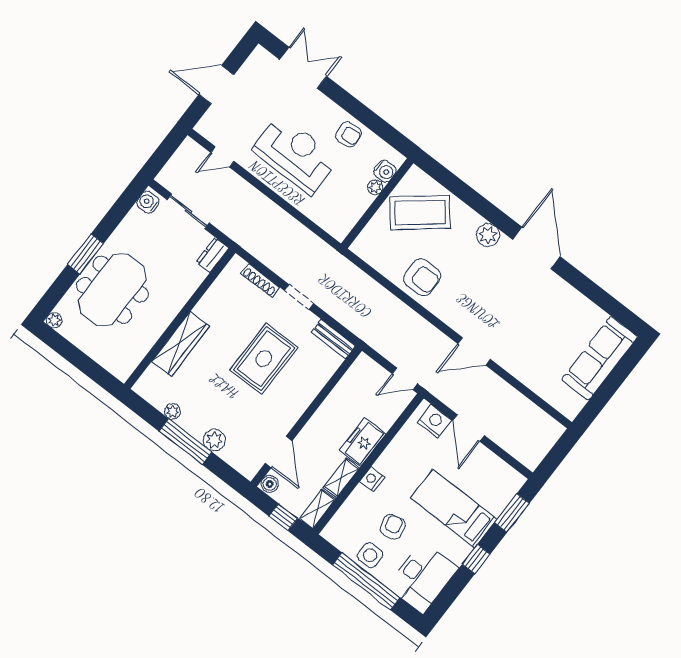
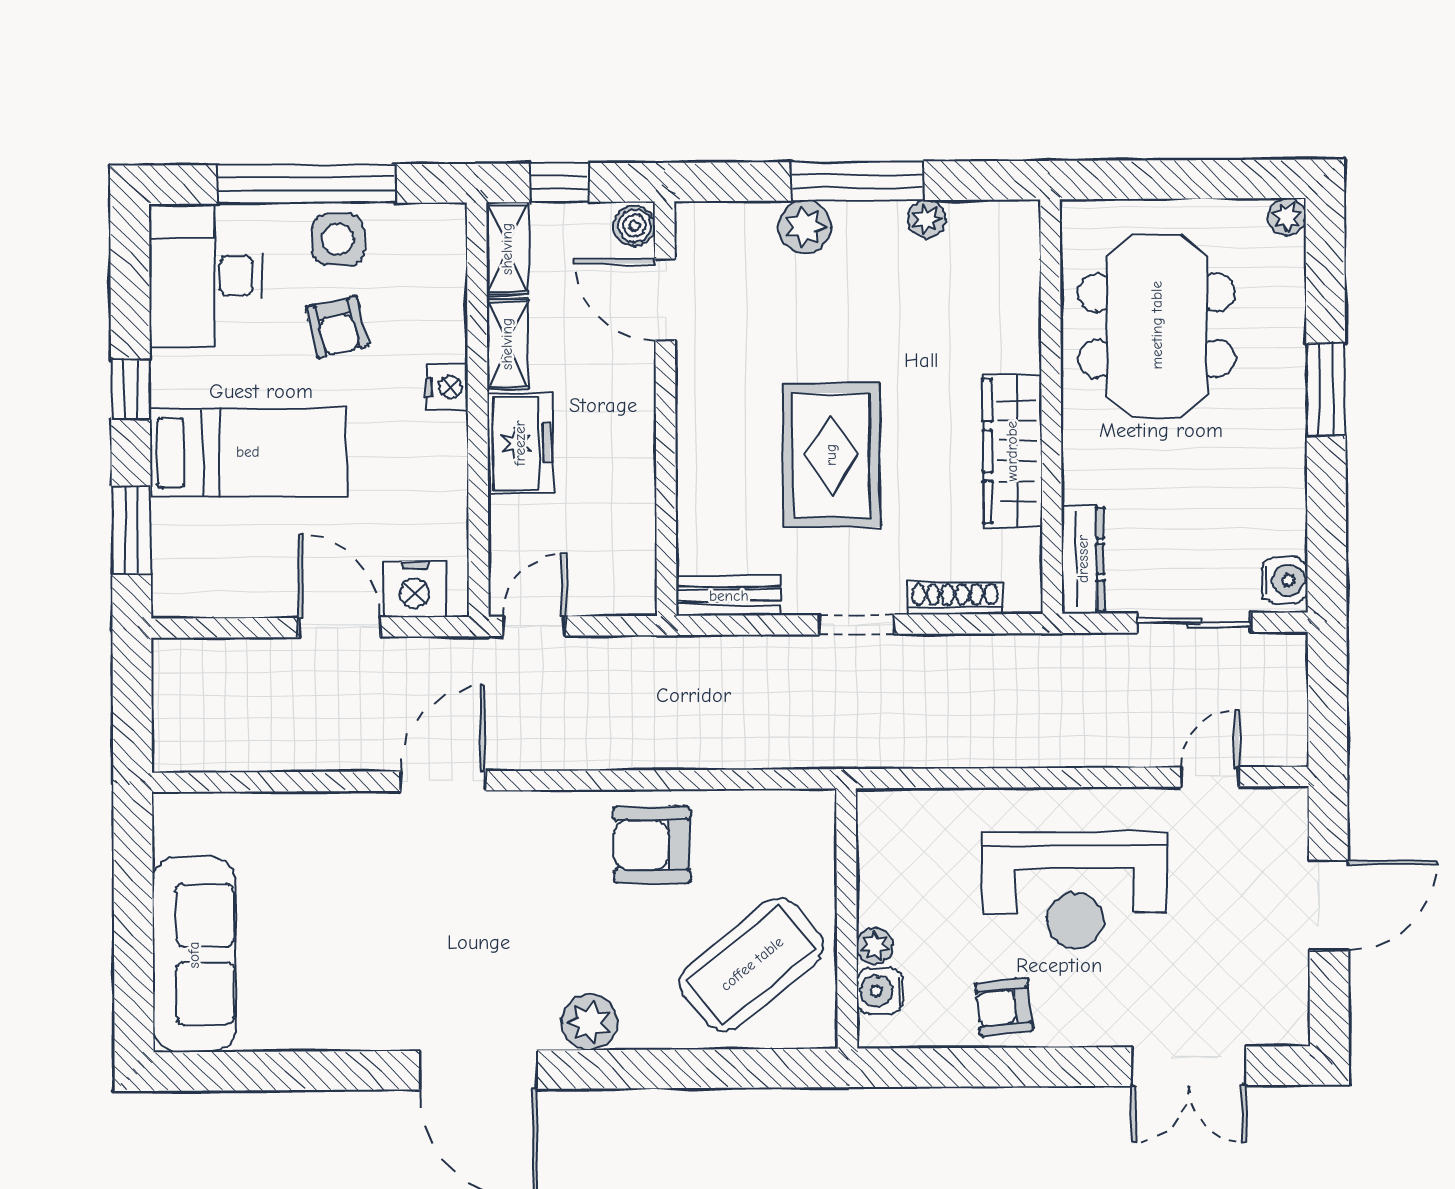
dresser: (213, 255) -> (1083, 559), width x1.44
meeting table: (112, 290) -> (1157, 325), moved
wardrobe: (181, 344) -> (1012, 451), moved

